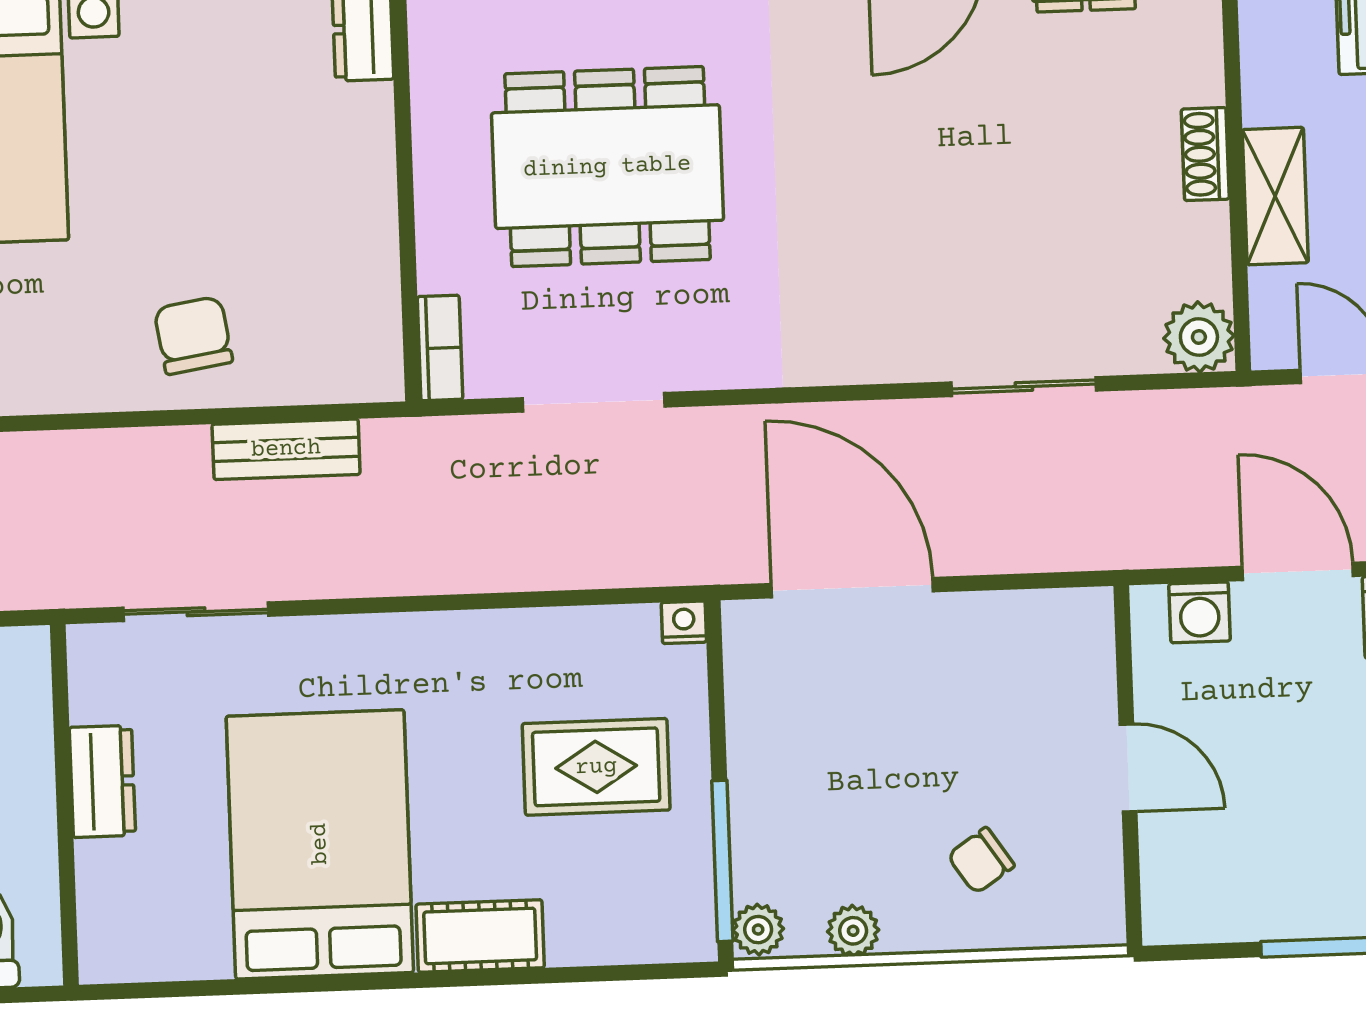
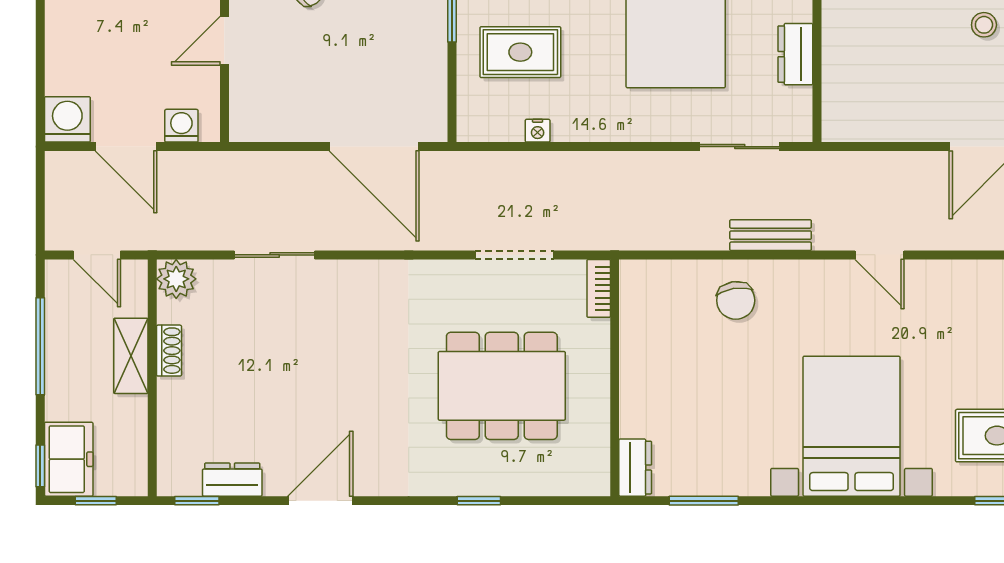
shoe rack: (1205, 154) -> (169, 351), moved
bench: (286, 449) -> (771, 235), moved
nightstand: (684, 622) -> (538, 131), moved
door: (1128, 768) -> (224, 41), hinge flipped

